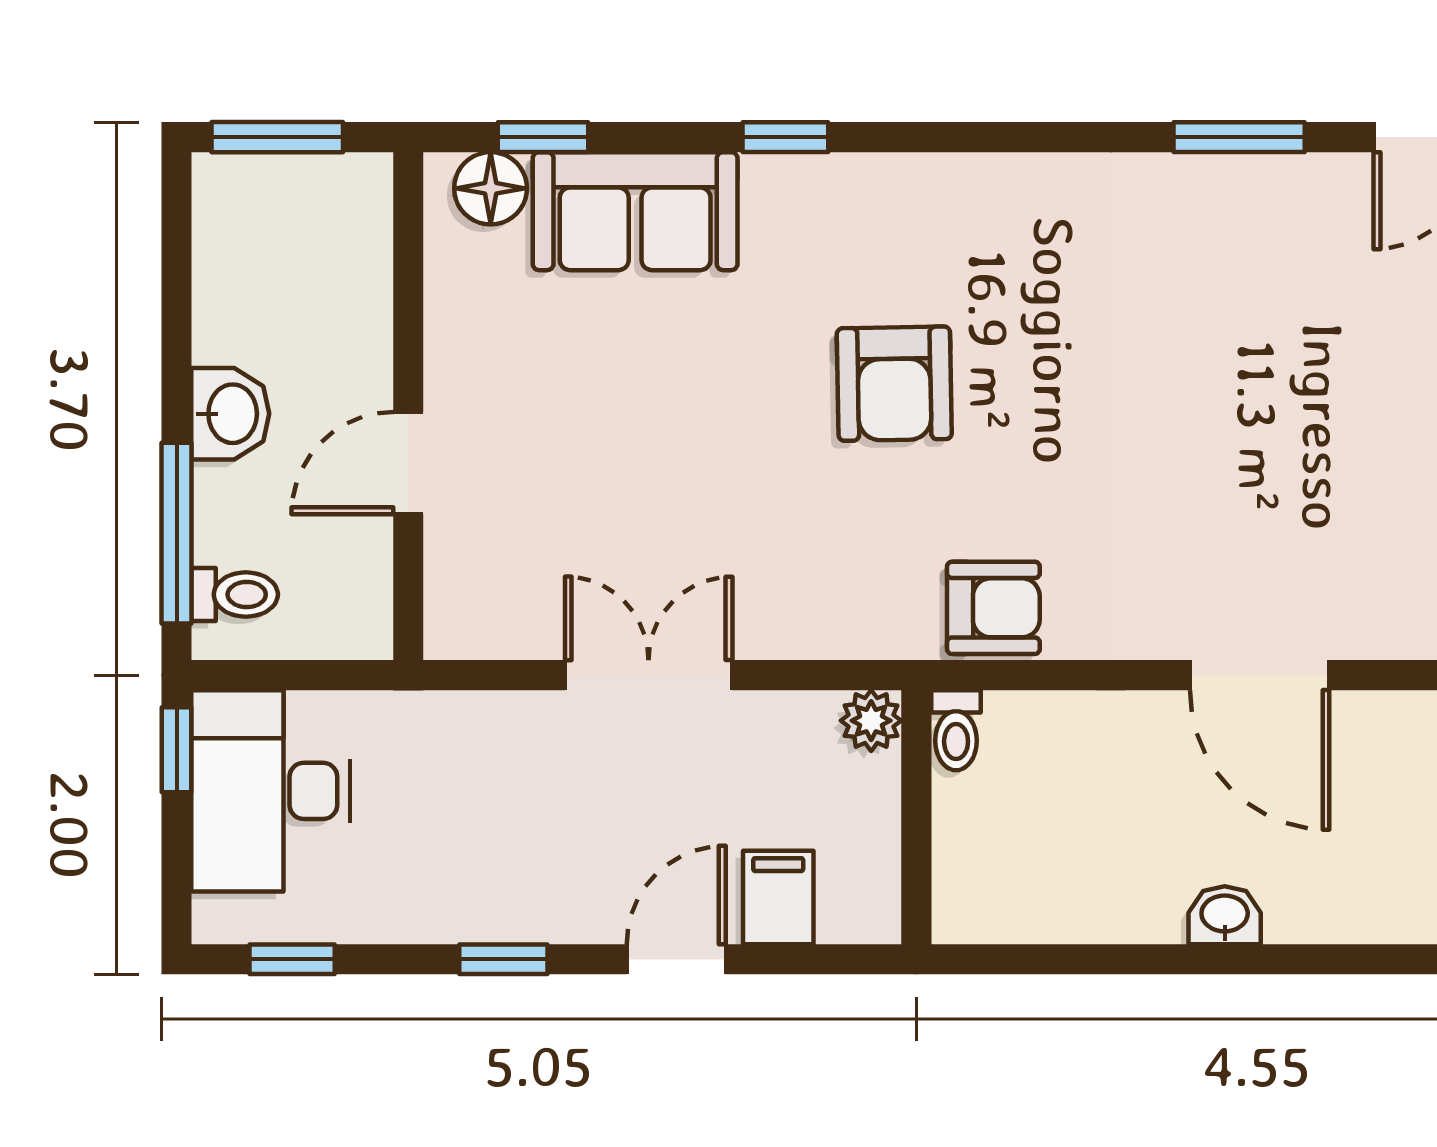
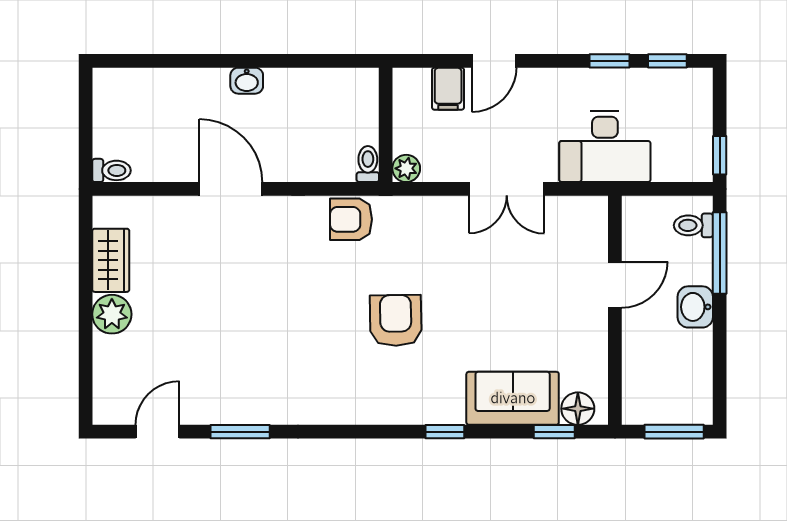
desk: (271, 791) -> (605, 146), moved, turned 90
window: (503, 959) -> (610, 61), moved

